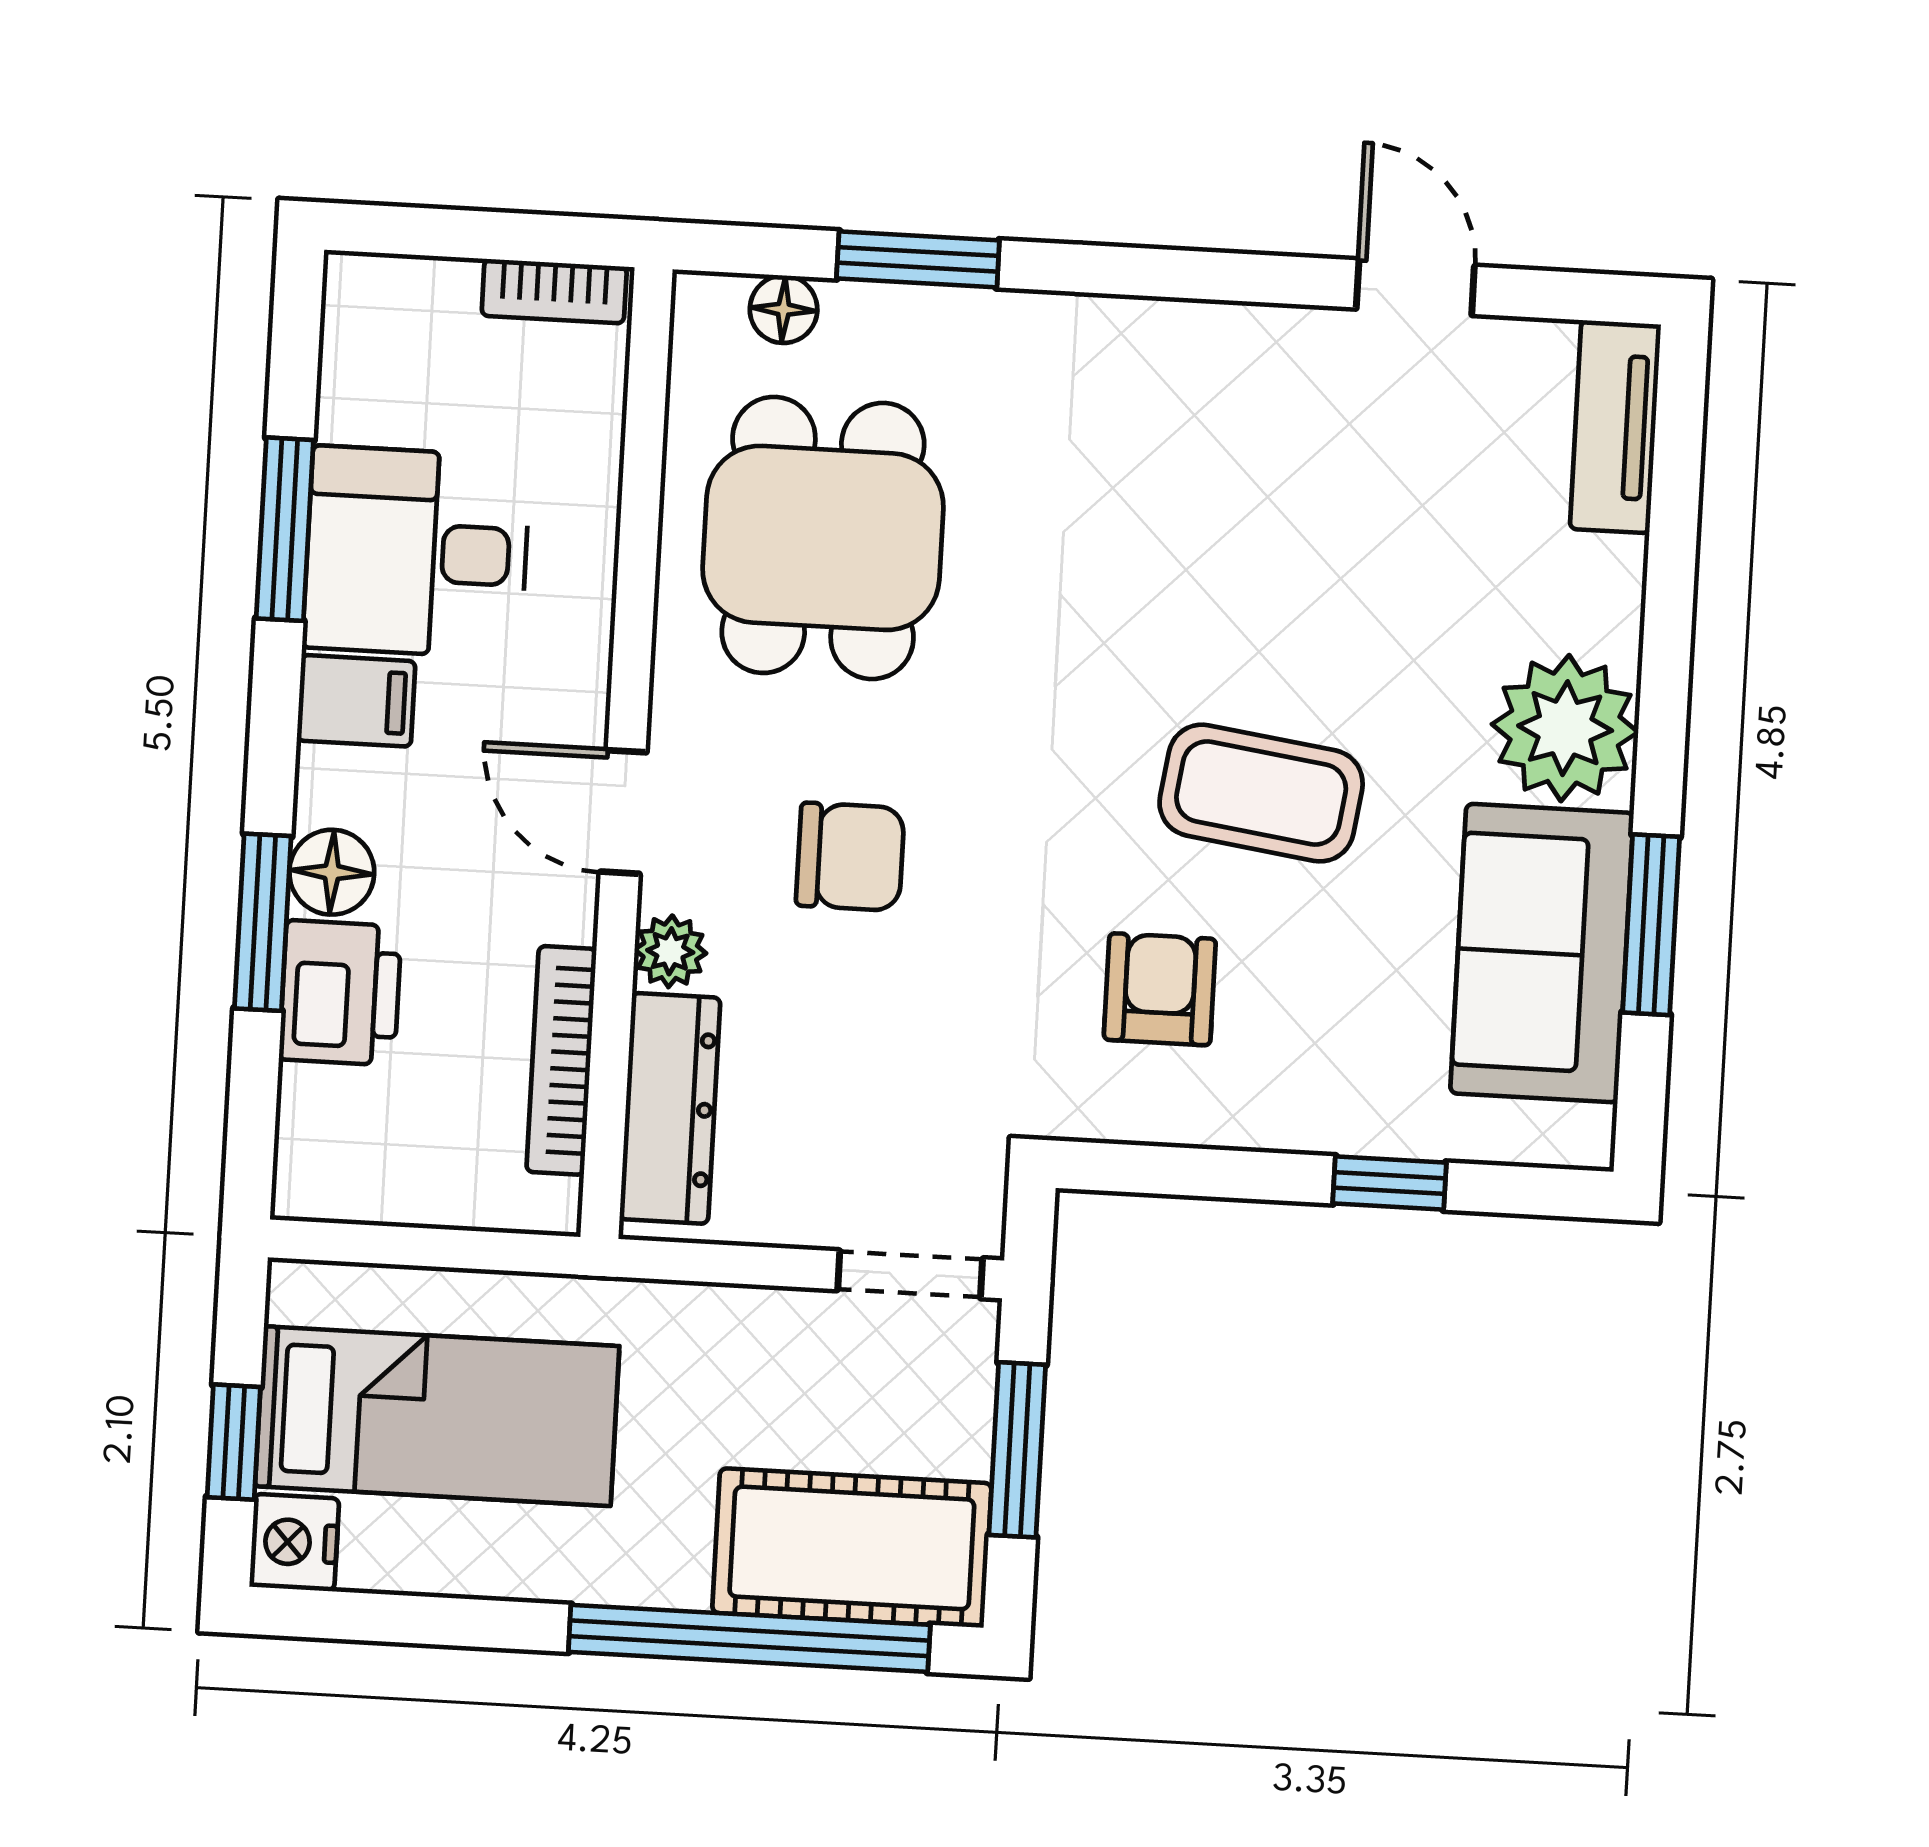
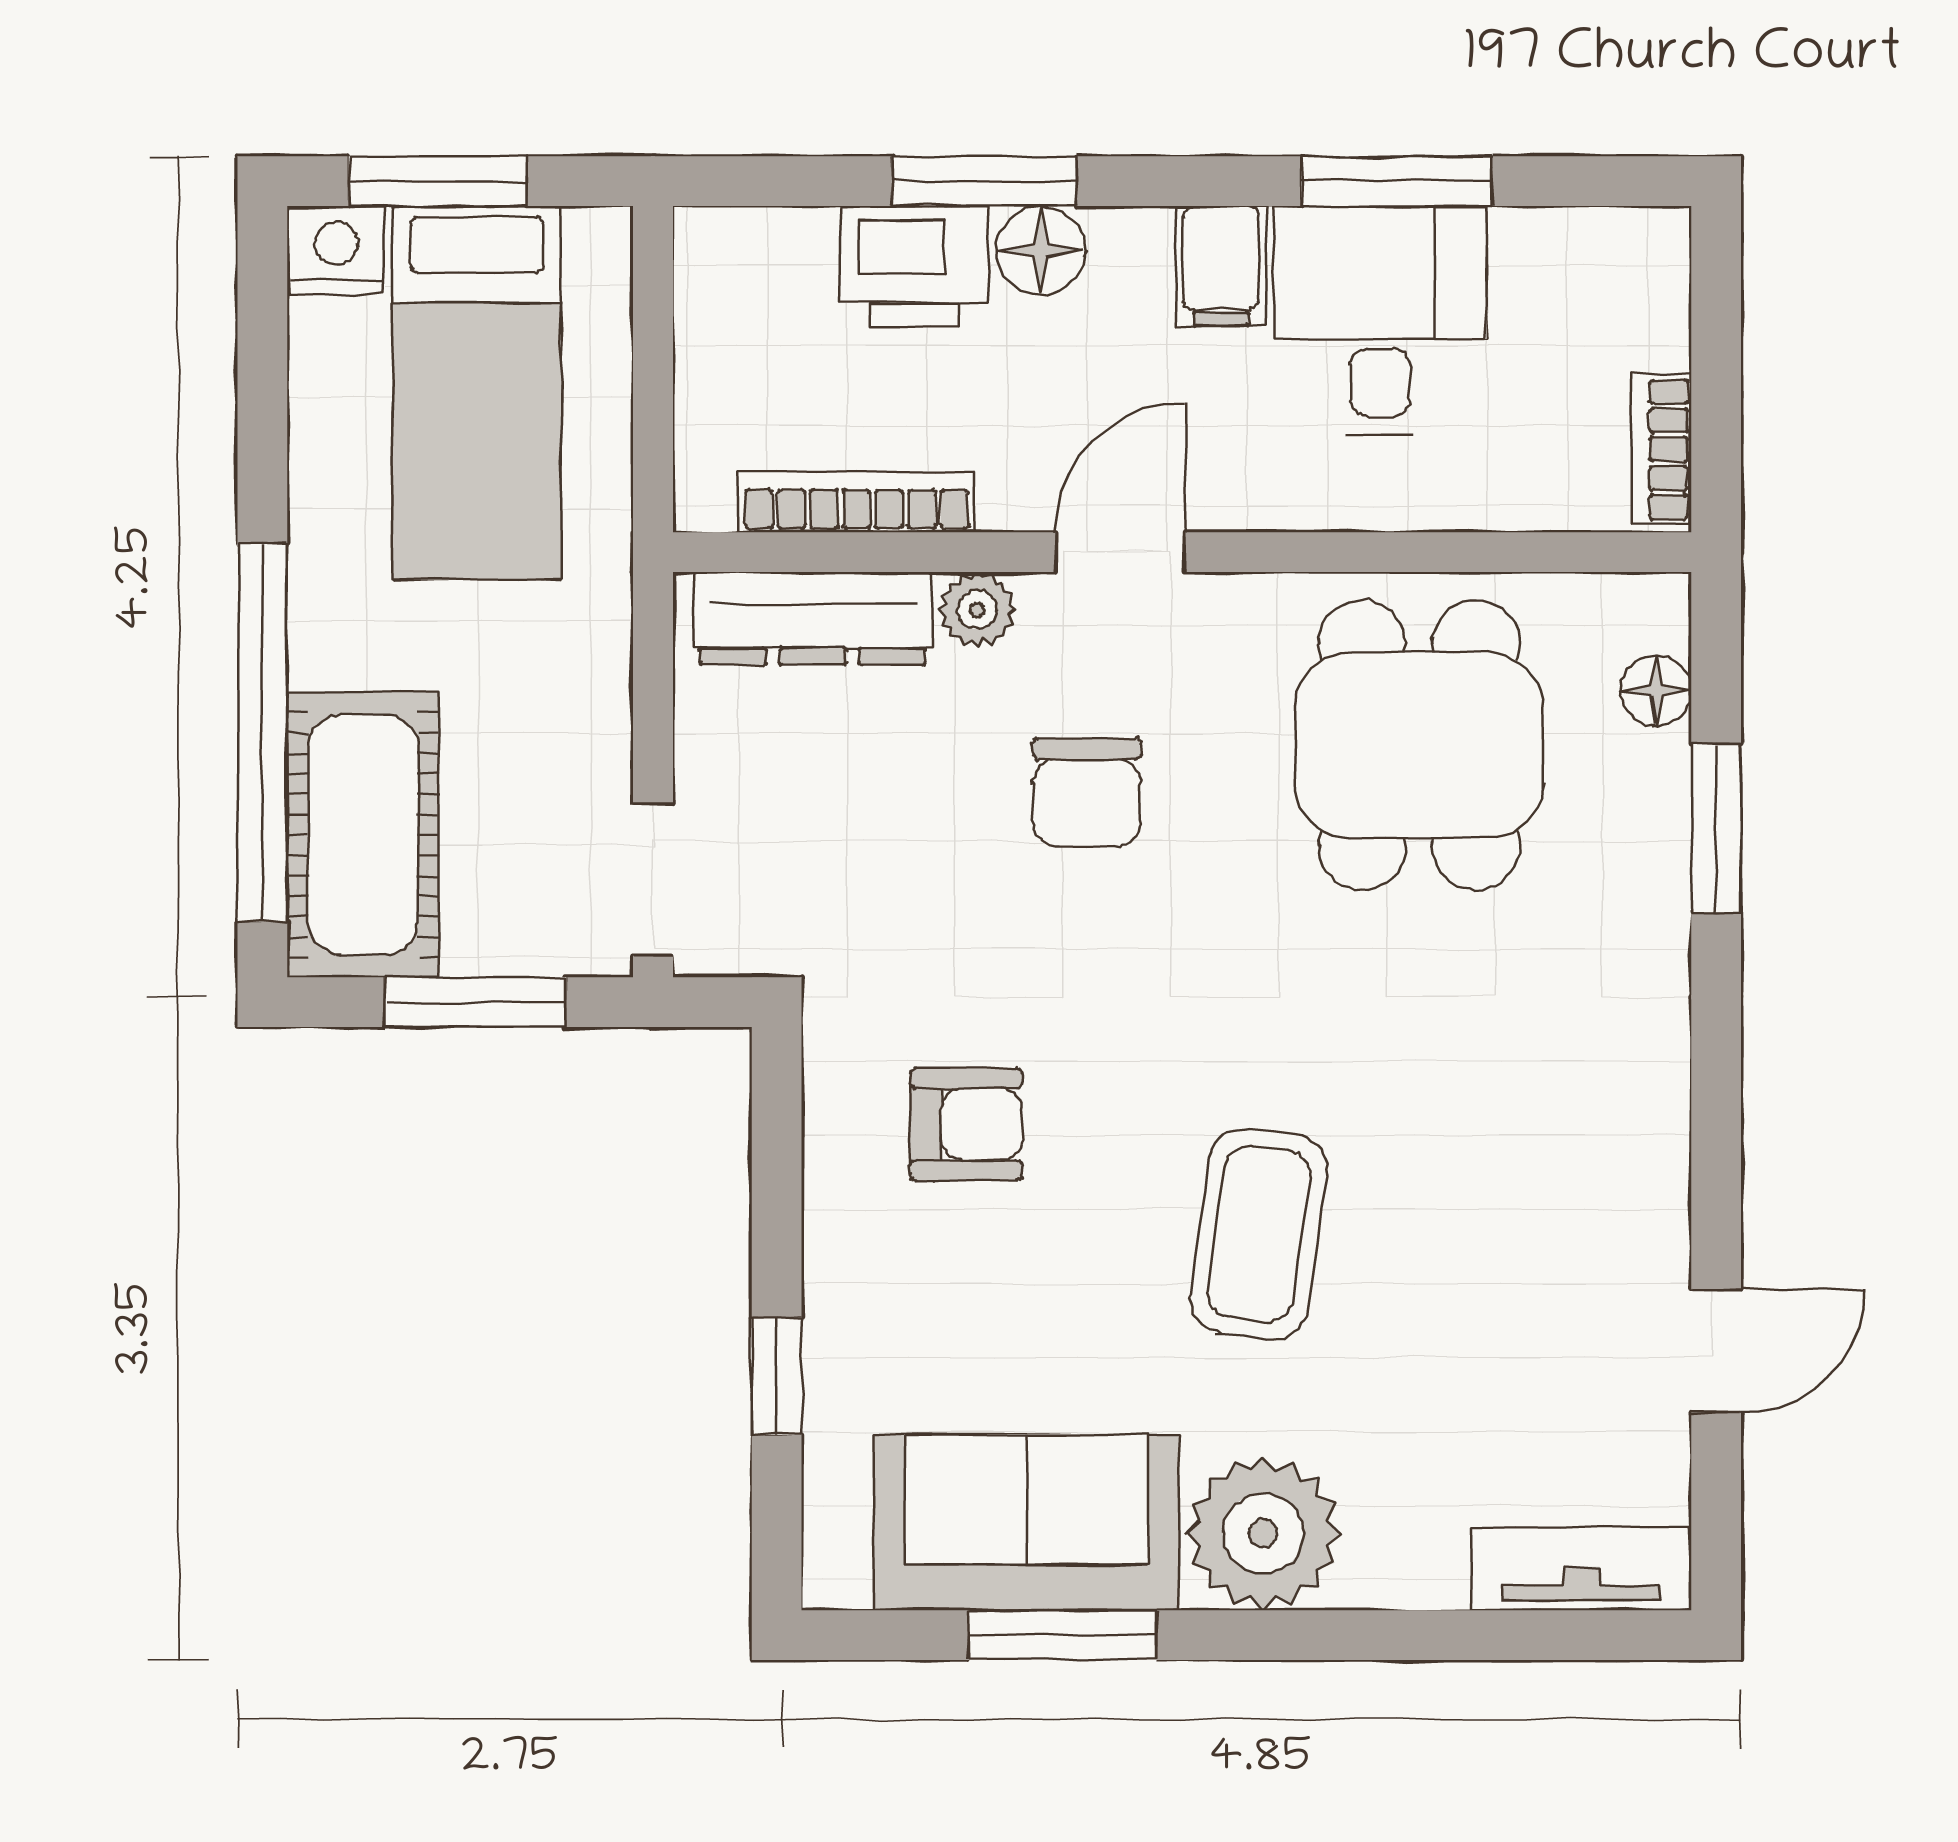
dining table: (823, 538) -> (1419, 745), turned 90
coffee table: (1261, 793) -> (1259, 1234), moved
window: (234, 1442) -> (438, 181), width x1.50

